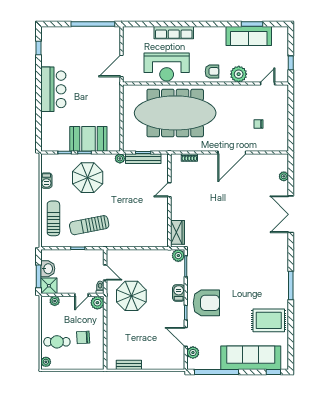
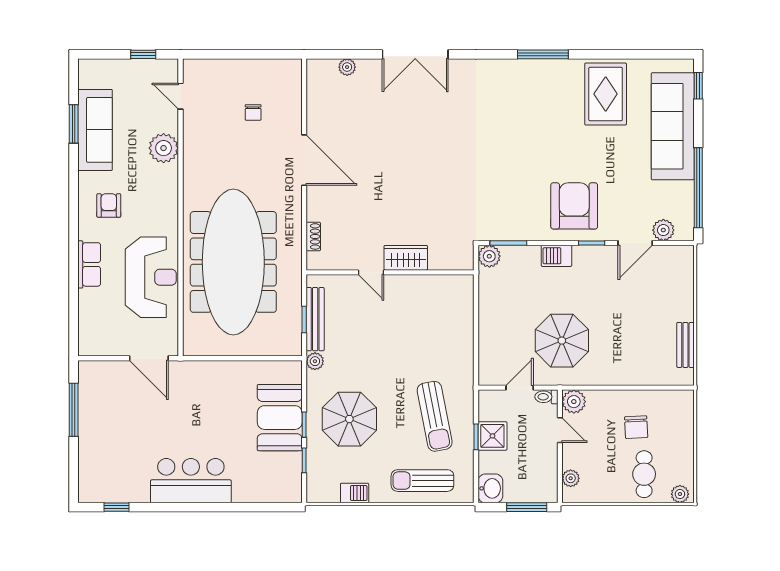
window: (93, 24) -> (74, 410), width x0.68
row of seats: (174, 33) -> (89, 264), width x0.68
armchair: (212, 71) -> (109, 205), moved
wardrobe: (178, 232) -> (406, 258), moved
washbasin: (48, 269) -> (490, 488), moved, turned 90
shower: (49, 286) -> (492, 436), moved

